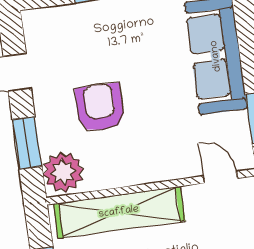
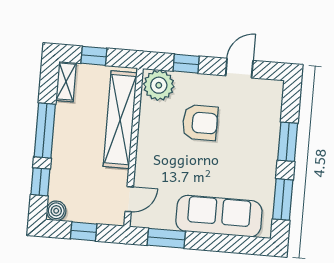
window: (27, 143) -> (186, 64), width x0.67

